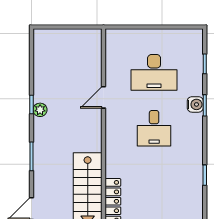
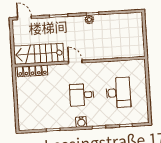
desk: (154, 72) -> (118, 93), turned 180
door: (103, 97) -> (75, 62), moved
water cooler: (195, 104) -> (81, 122), moved

